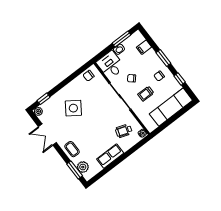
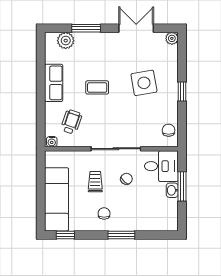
window: (122, 39) -> (182, 186), moved
filing cabinet: (144, 47) -> (152, 222), removed
window: (180, 79) -> (65, 235), moved
window: (44, 99) -> (182, 92), moved
side table: (73, 108) -> (144, 83), turned 45
coffee table: (72, 149) -> (97, 87), moved
window: (75, 170) -> (86, 28), moved

